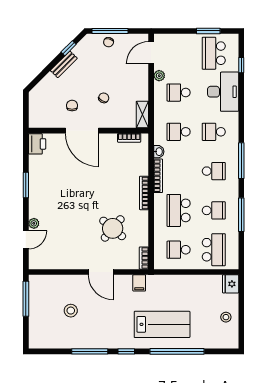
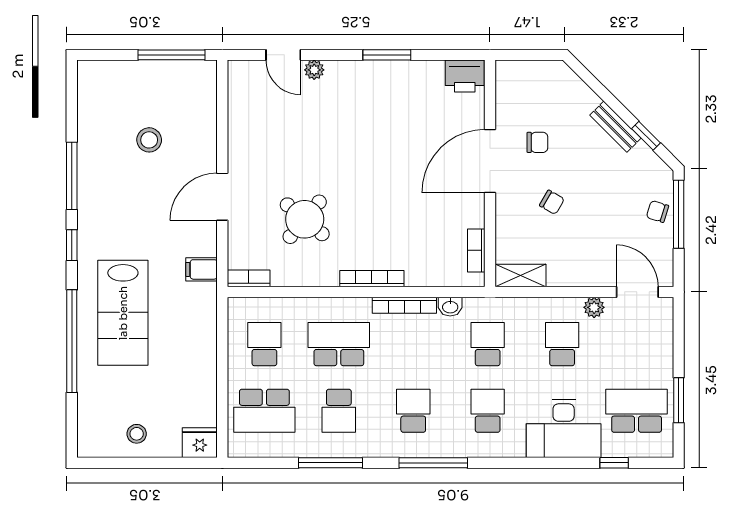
school desk: (214, 171) -> (413, 411), turned 180

